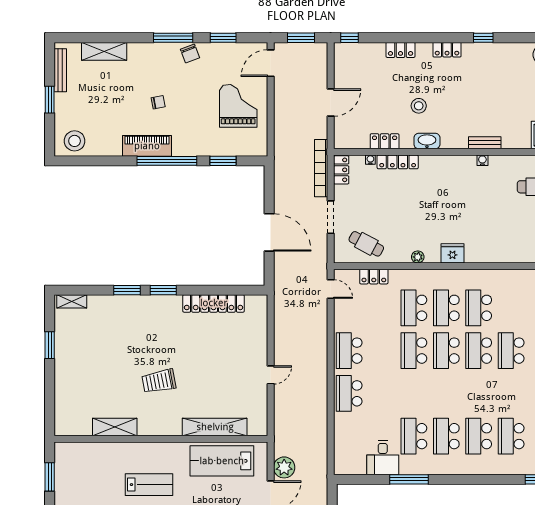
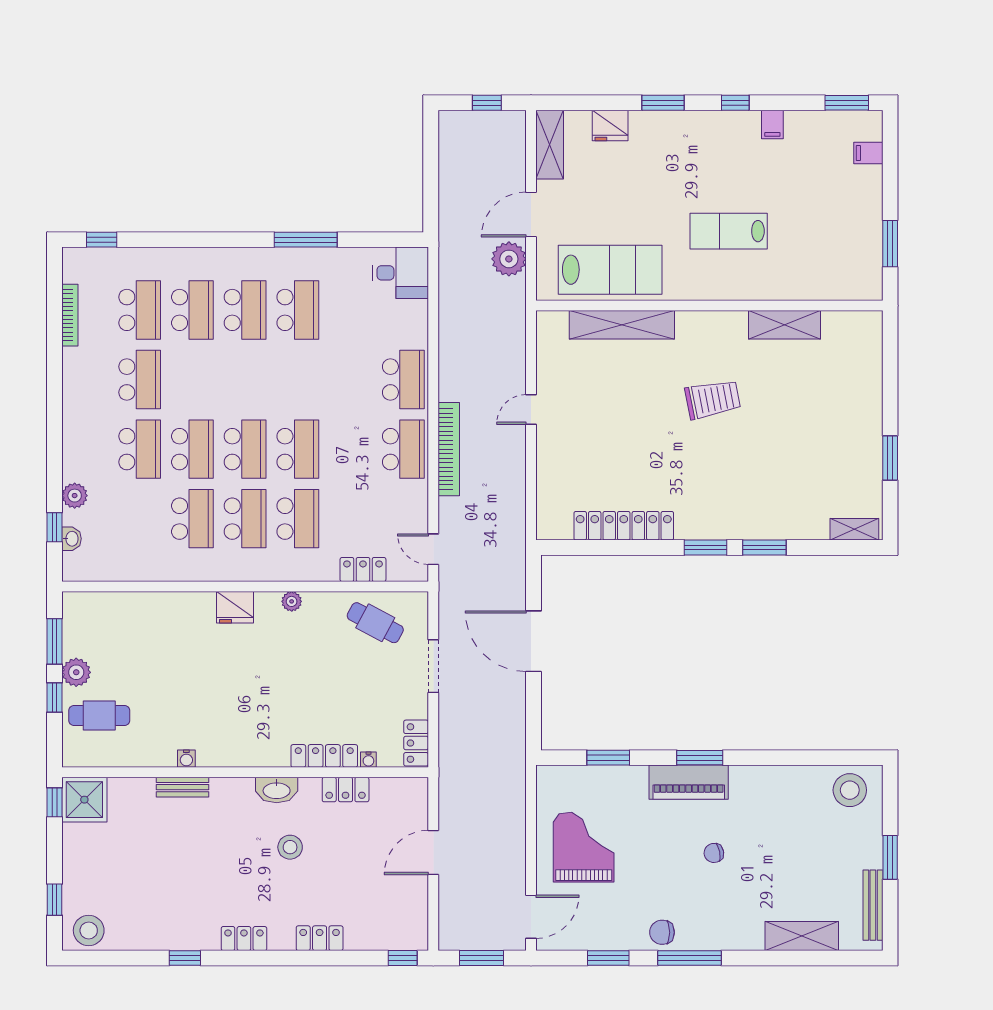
chair: (190, 54) -> (662, 932), turned -69
grand piano: (238, 106) -> (584, 847), turned 180
piano: (147, 146) -> (689, 782), moved
window: (167, 161) -> (700, 758), width x0.47
bookcase: (321, 168) -> (449, 449), moved
school desk: (511, 393) -> (140, 380), added
desk: (383, 458) -> (400, 273), moved, turned 90

